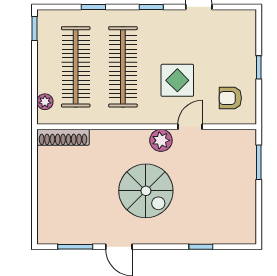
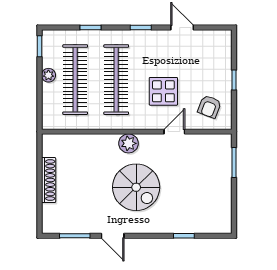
armchair: (230, 98) -> (209, 107), turned -69
plant: (45, 102) -> (48, 75), moved
shoe rack: (63, 137) -> (49, 180), moved, turned -90
plant: (161, 140) -> (129, 143), moved

